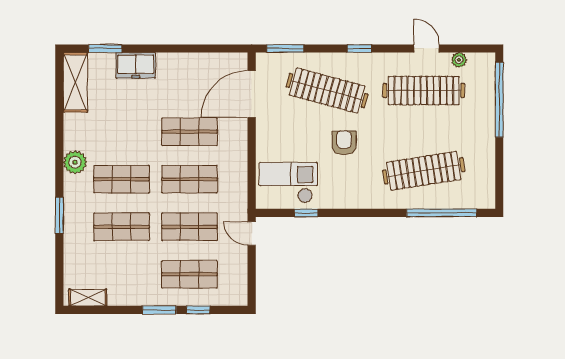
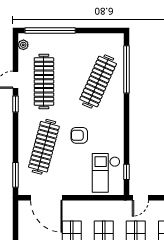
window: (359, 48) -> (16, 104), moved
plant: (459, 60) -> (23, 45), moved
clothes rail: (424, 171) -> (98, 81), turned 33
window: (306, 213) -> (127, 172), moved

